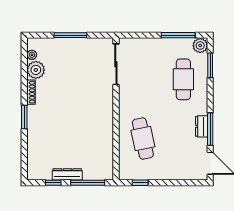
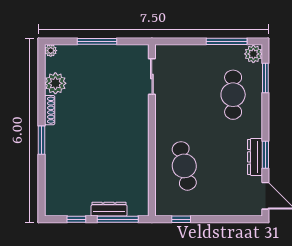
plant: (32, 55) -> (51, 51), moved
sliding door: (116, 64) -> (152, 77), width x0.73
dresser: (202, 126) -> (255, 157), width x1.44
window: (210, 129) -> (265, 155), width x0.69
dresser: (67, 174) -> (109, 209), moved

